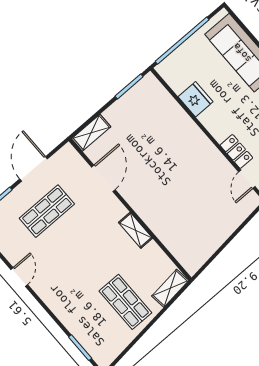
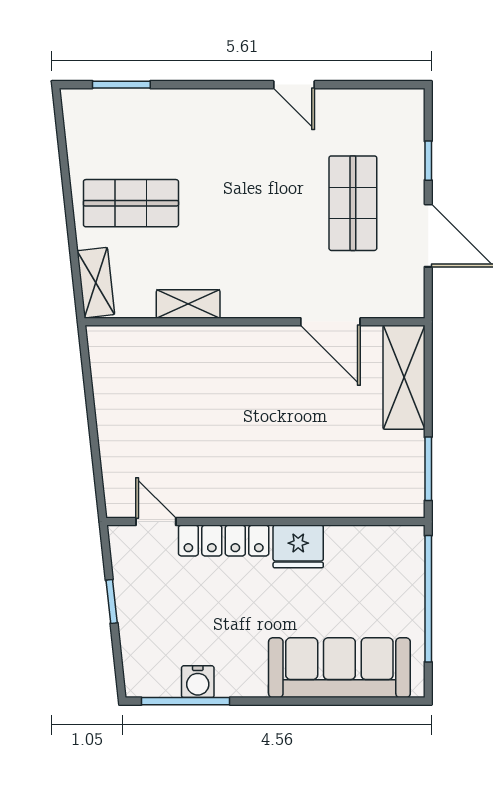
fridge: (196, 99) -> (298, 546), moved
shelving: (91, 133) -> (404, 377), width x1.50, depth x1.33
locker: (236, 151) -> (224, 541), width x1.53
shelving: (135, 230) -> (188, 304), moved

